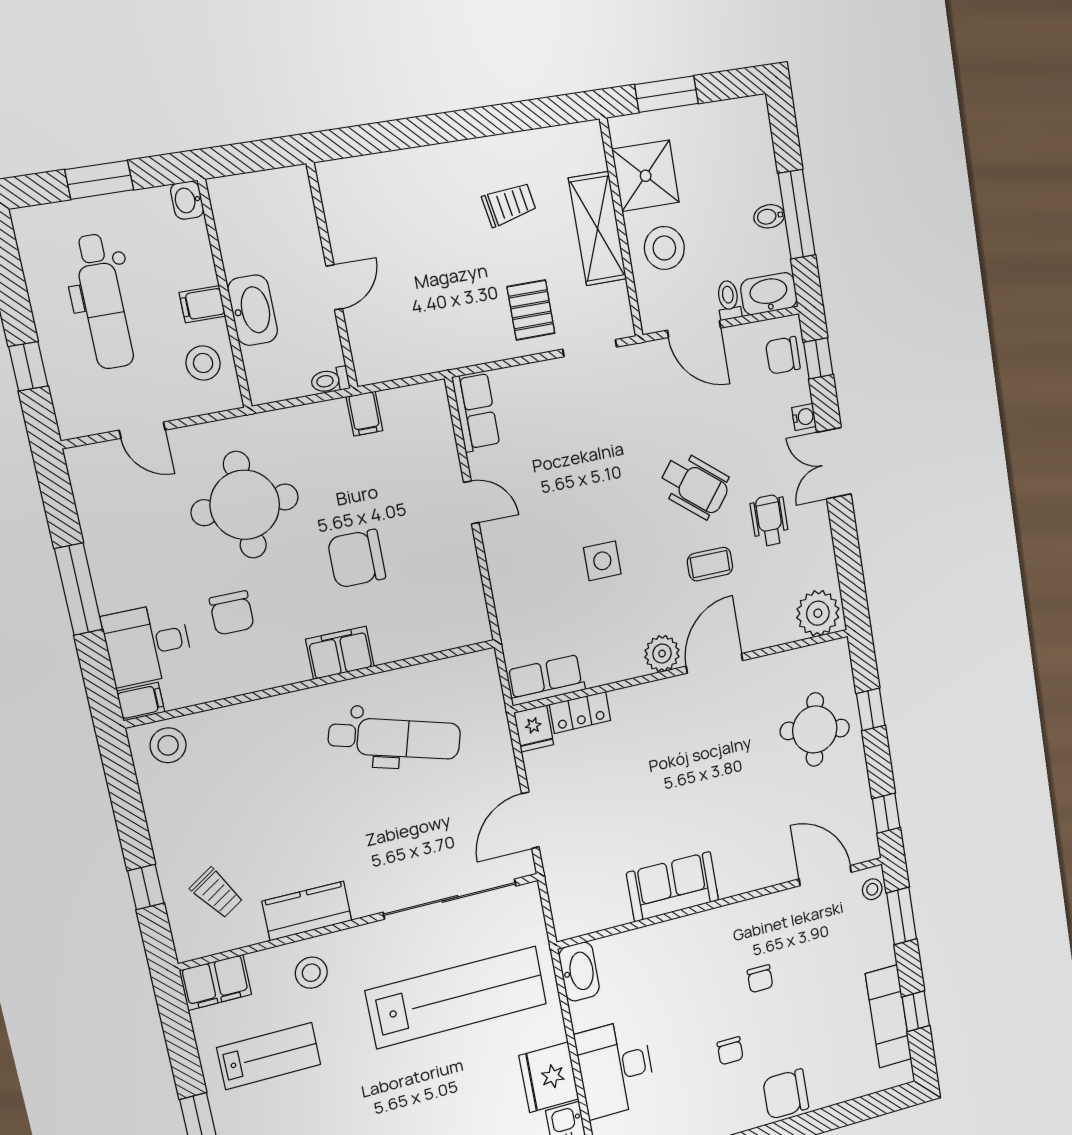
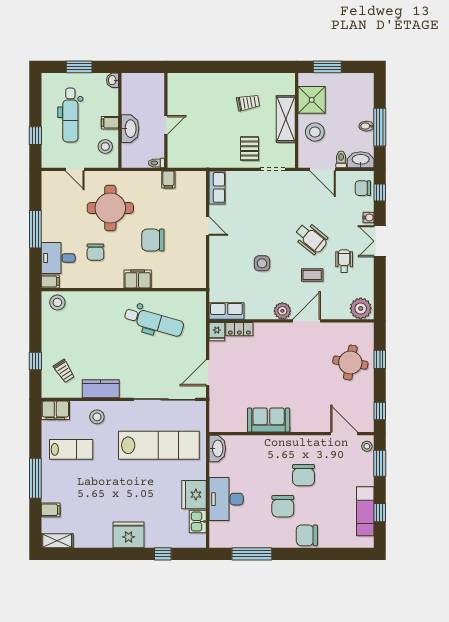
chair: (760, 979) -> (303, 475), width x1.87, depth x1.87
chair: (730, 1051) -> (283, 506), width x1.87, depth x1.87

